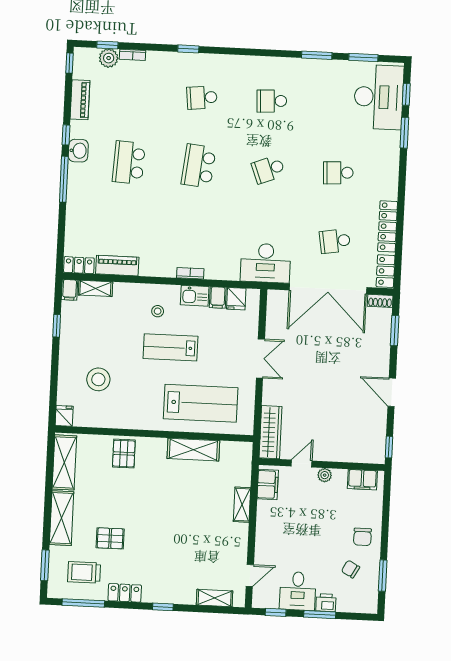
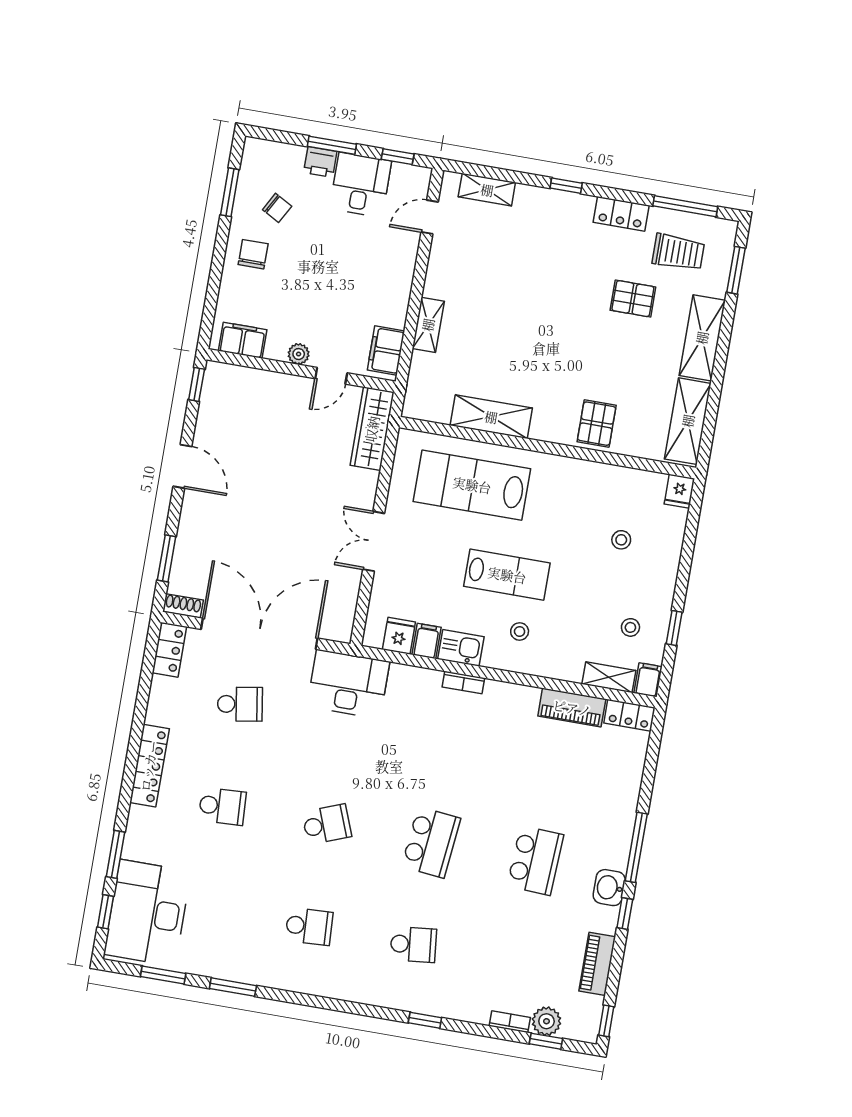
locker: (388, 226) -> (149, 766), moved
stool: (85, 323) -> (630, 627), added
stool: (98, 379) -> (621, 540), width x0.53, depth x0.53

